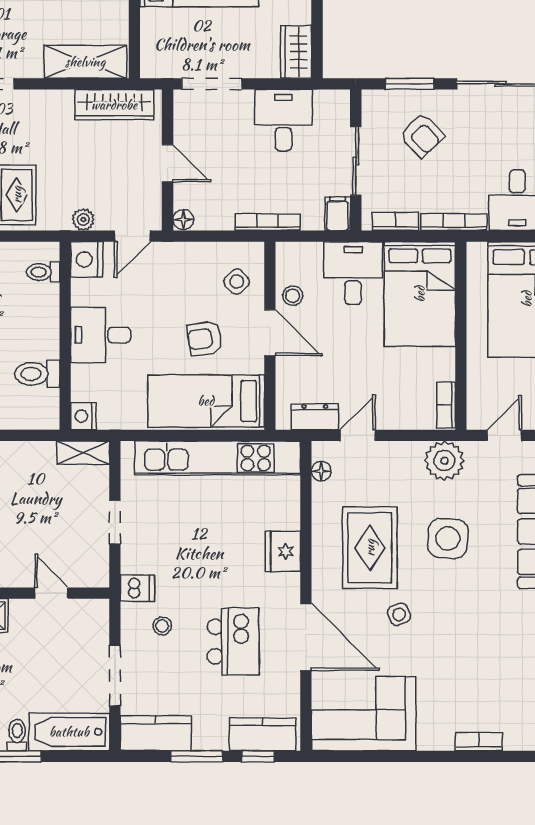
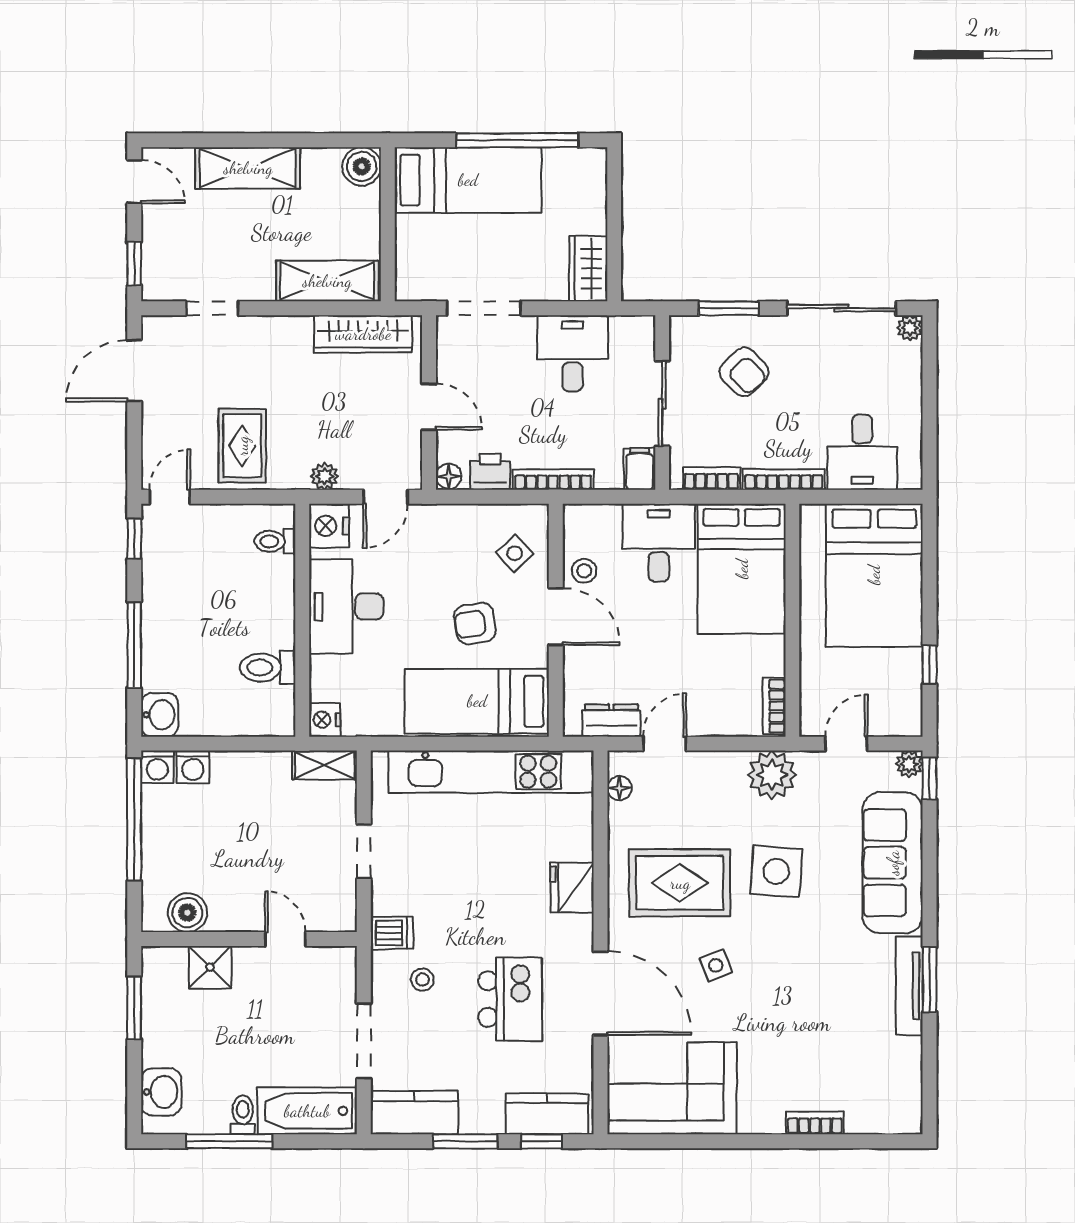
printer: (217, 216) -> (490, 472), added
desk: (101, 335) -> (346, 606), width x1.37
rug: (370, 548) -> (680, 883), turned 90

